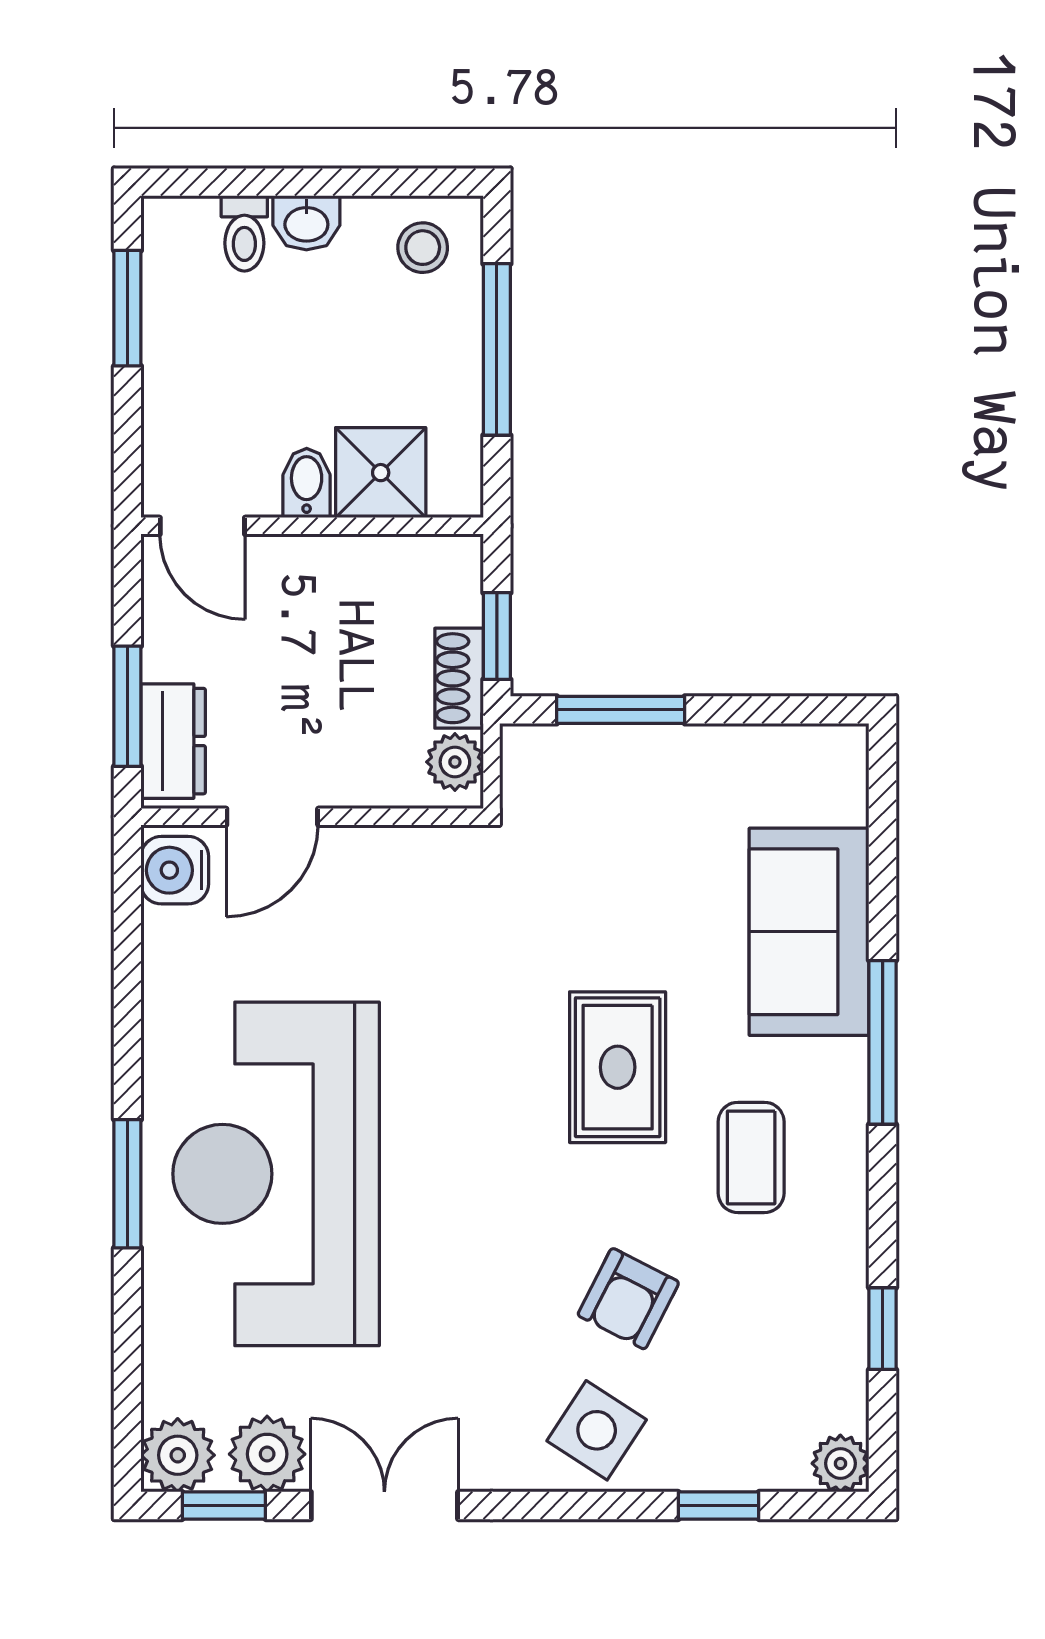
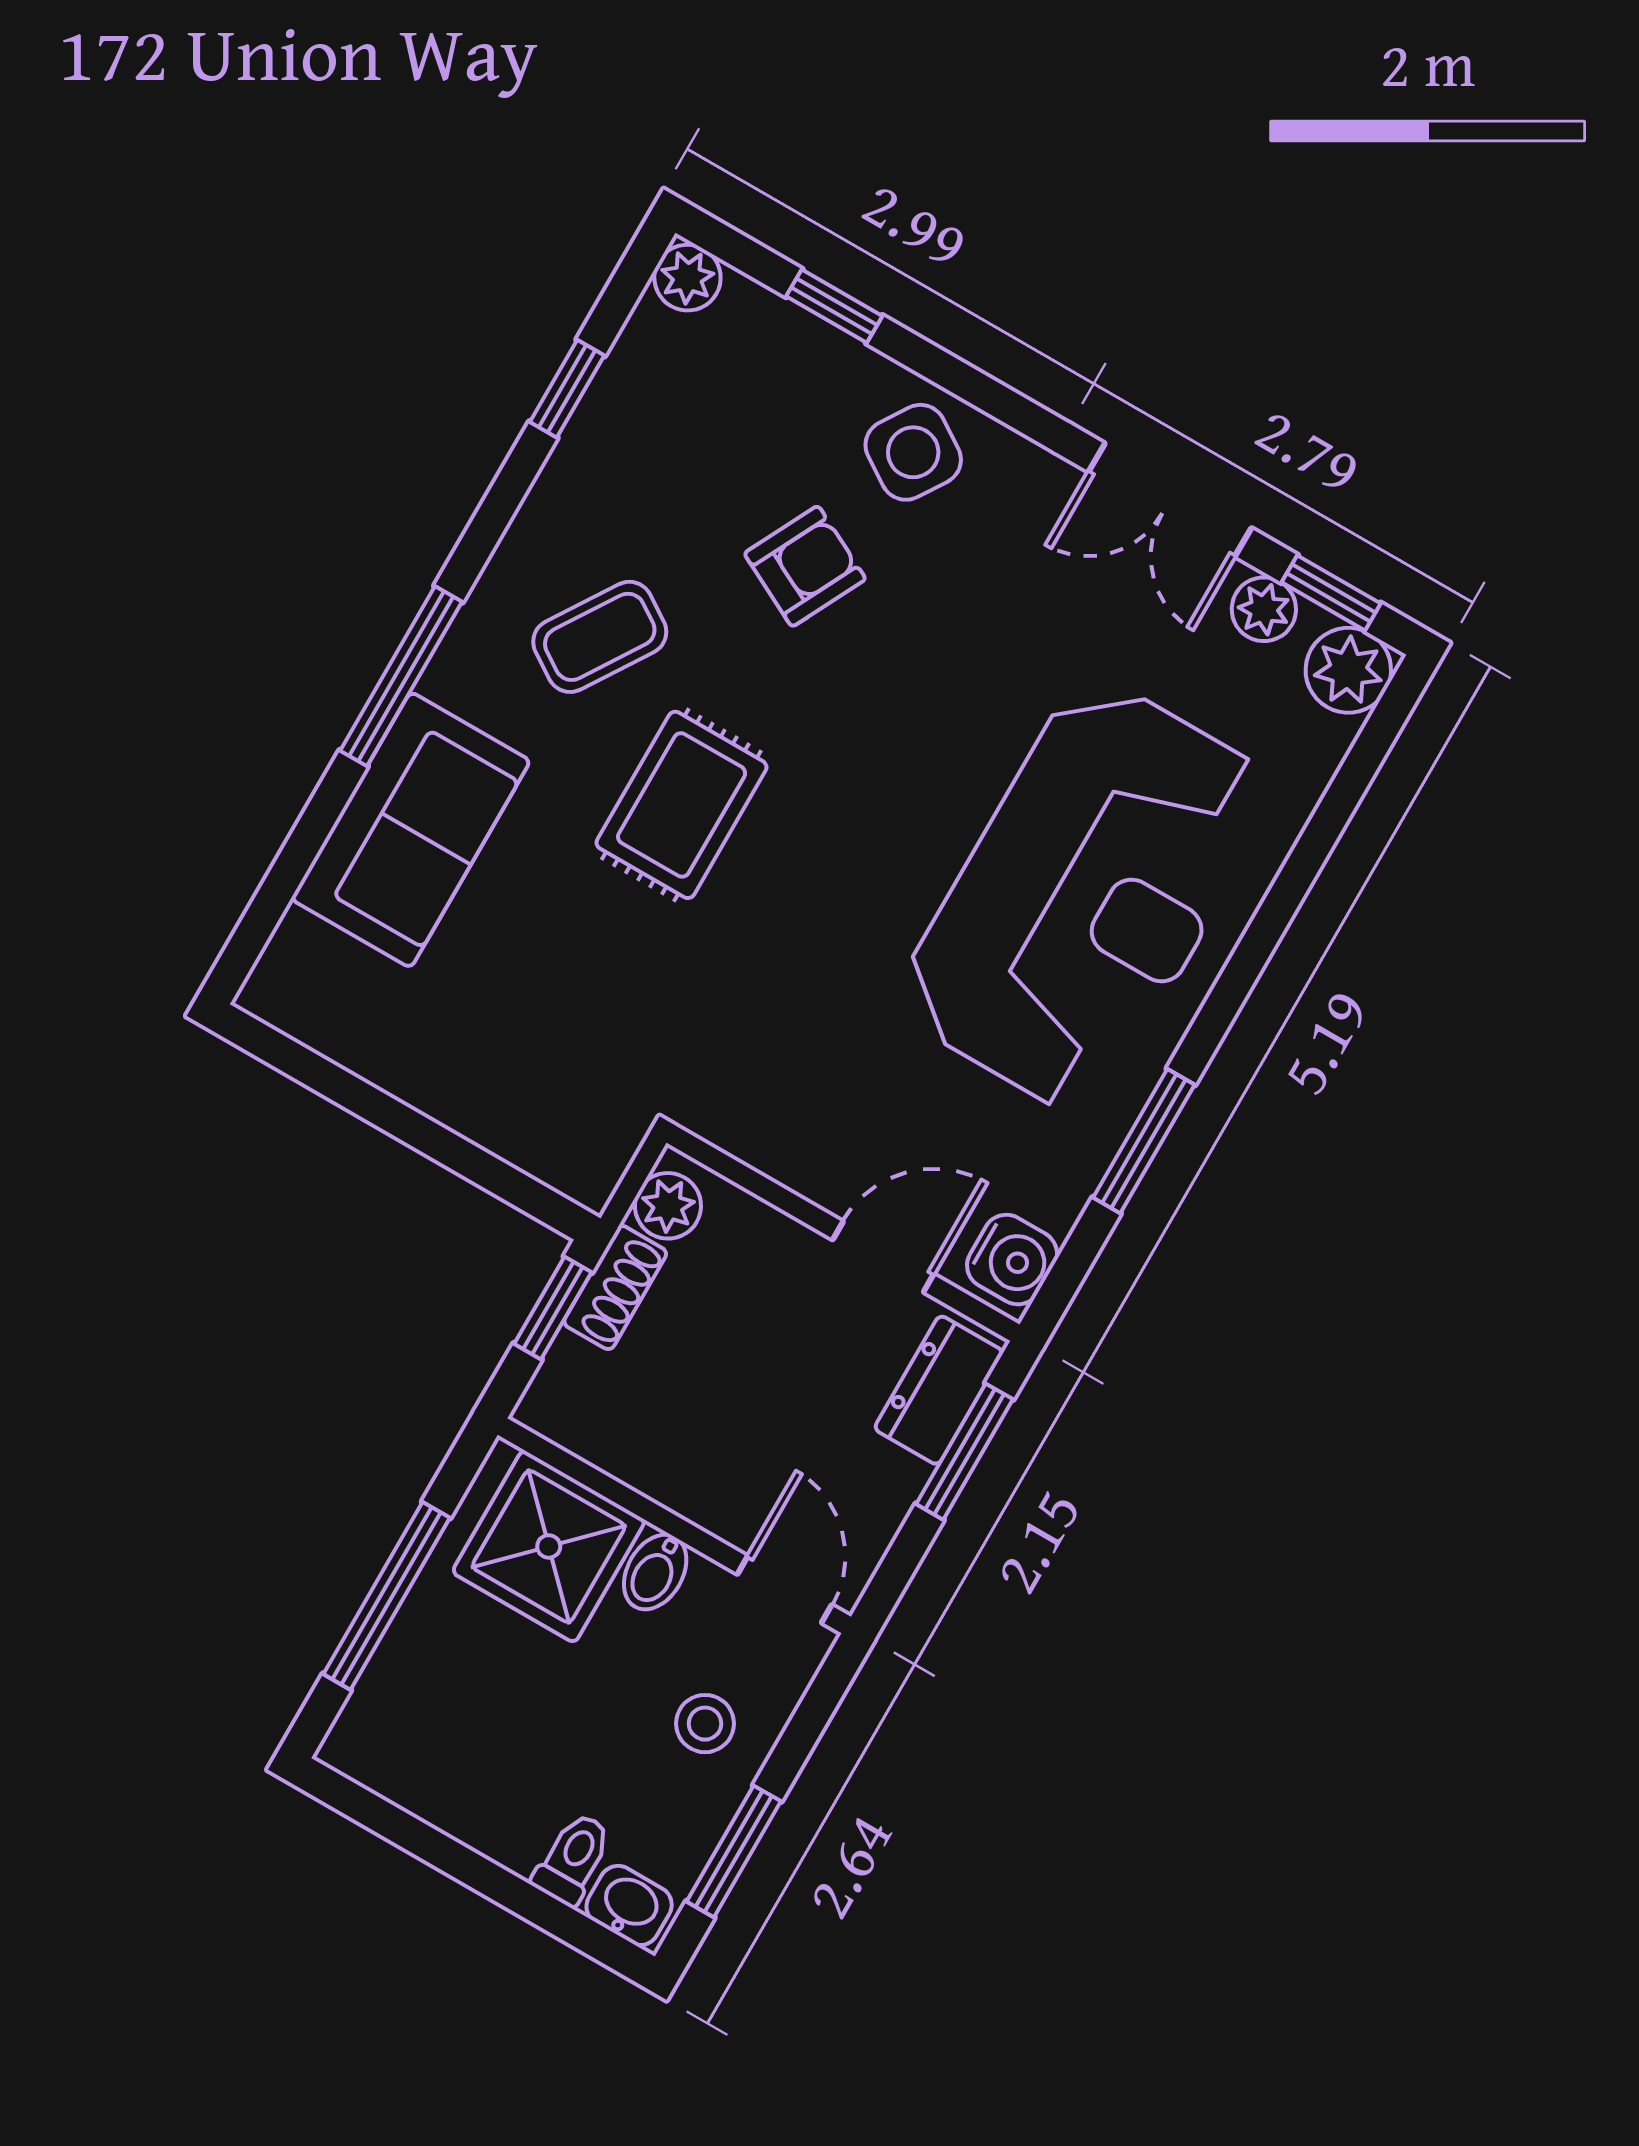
washbasin: (306, 223) -> (629, 1905), moved
stool: (423, 248) -> (705, 1724), moved
shower: (381, 473) -> (549, 1546), width x1.36, depth x1.36
window: (621, 710) -> (471, 1162), removed
coffee table: (751, 1157) -> (600, 637), turned 33
window: (127, 1184) -> (1144, 1141), moved
plant: (267, 1454) -> (1264, 609), width x0.73, depth x0.73

